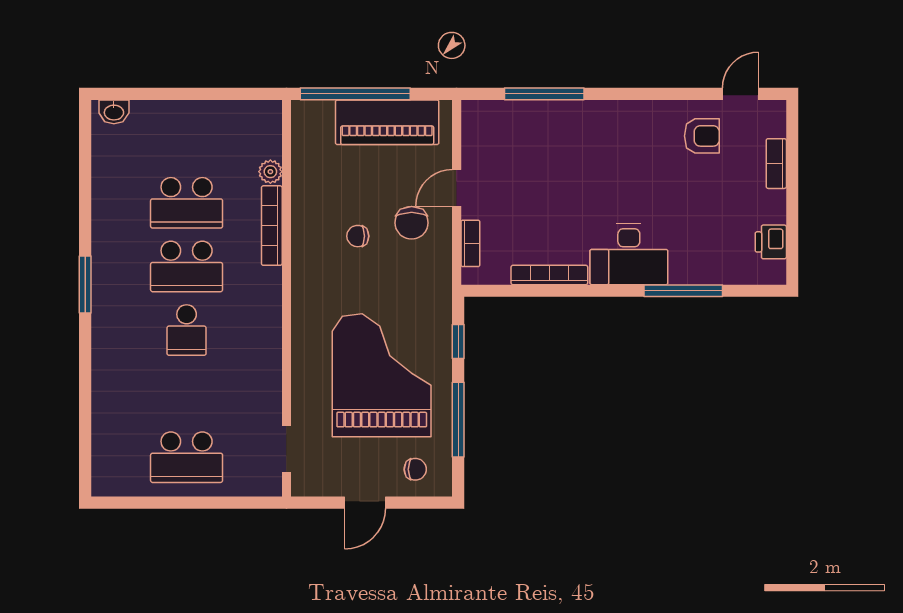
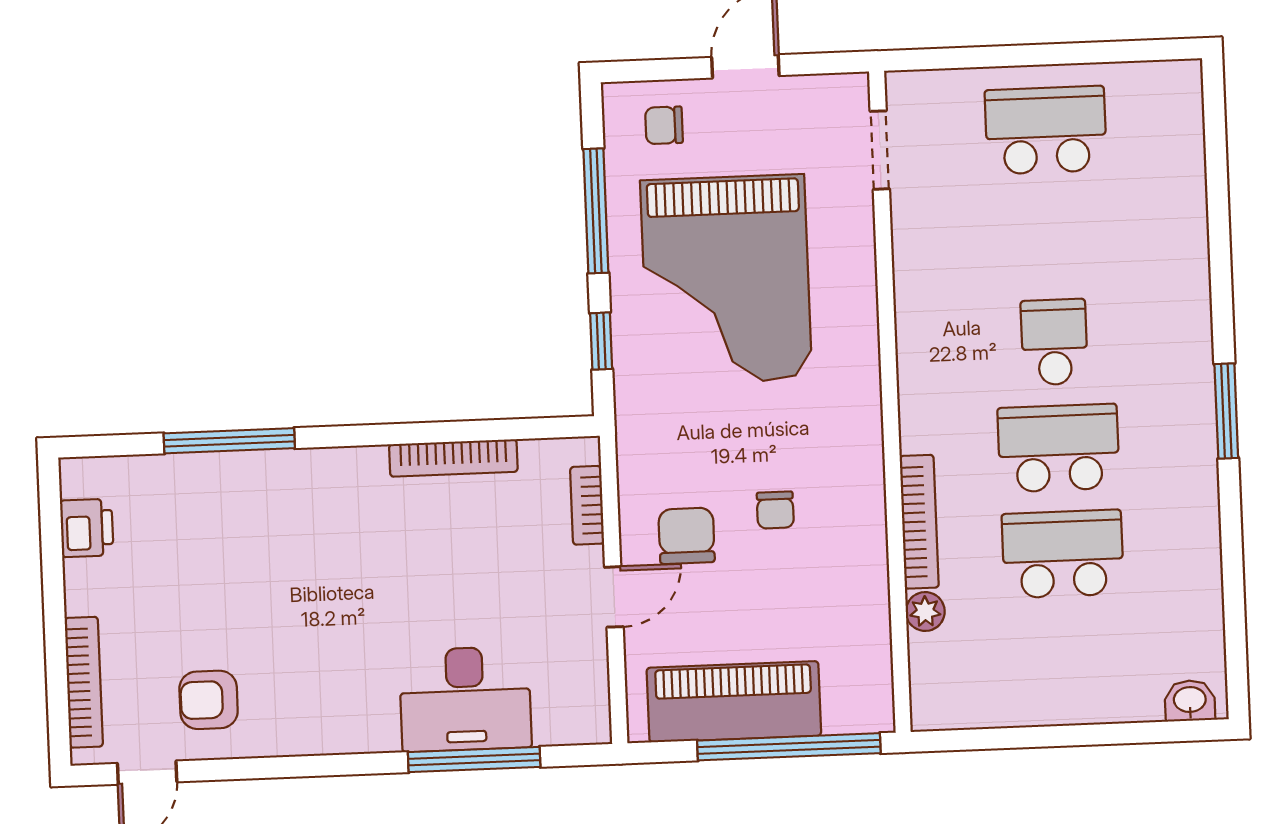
bookcase: (776, 164) -> (84, 682), width x1.56
chair: (358, 236) -> (775, 510), turned 90
desk: (629, 254) -> (465, 699), moved, turned 180

